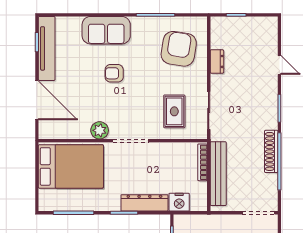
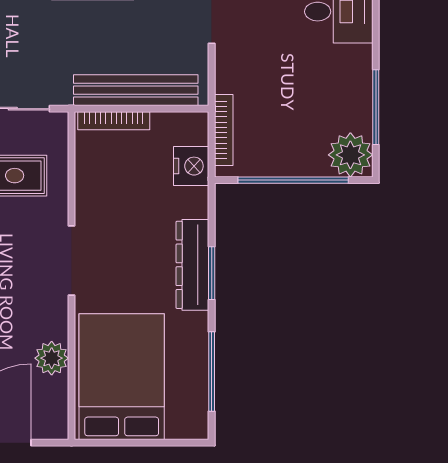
plant: (100, 130) -> (52, 358), moved
dresser: (144, 203) -> (192, 265), moved
bookcase: (198, 219) -> (224, 130), added

